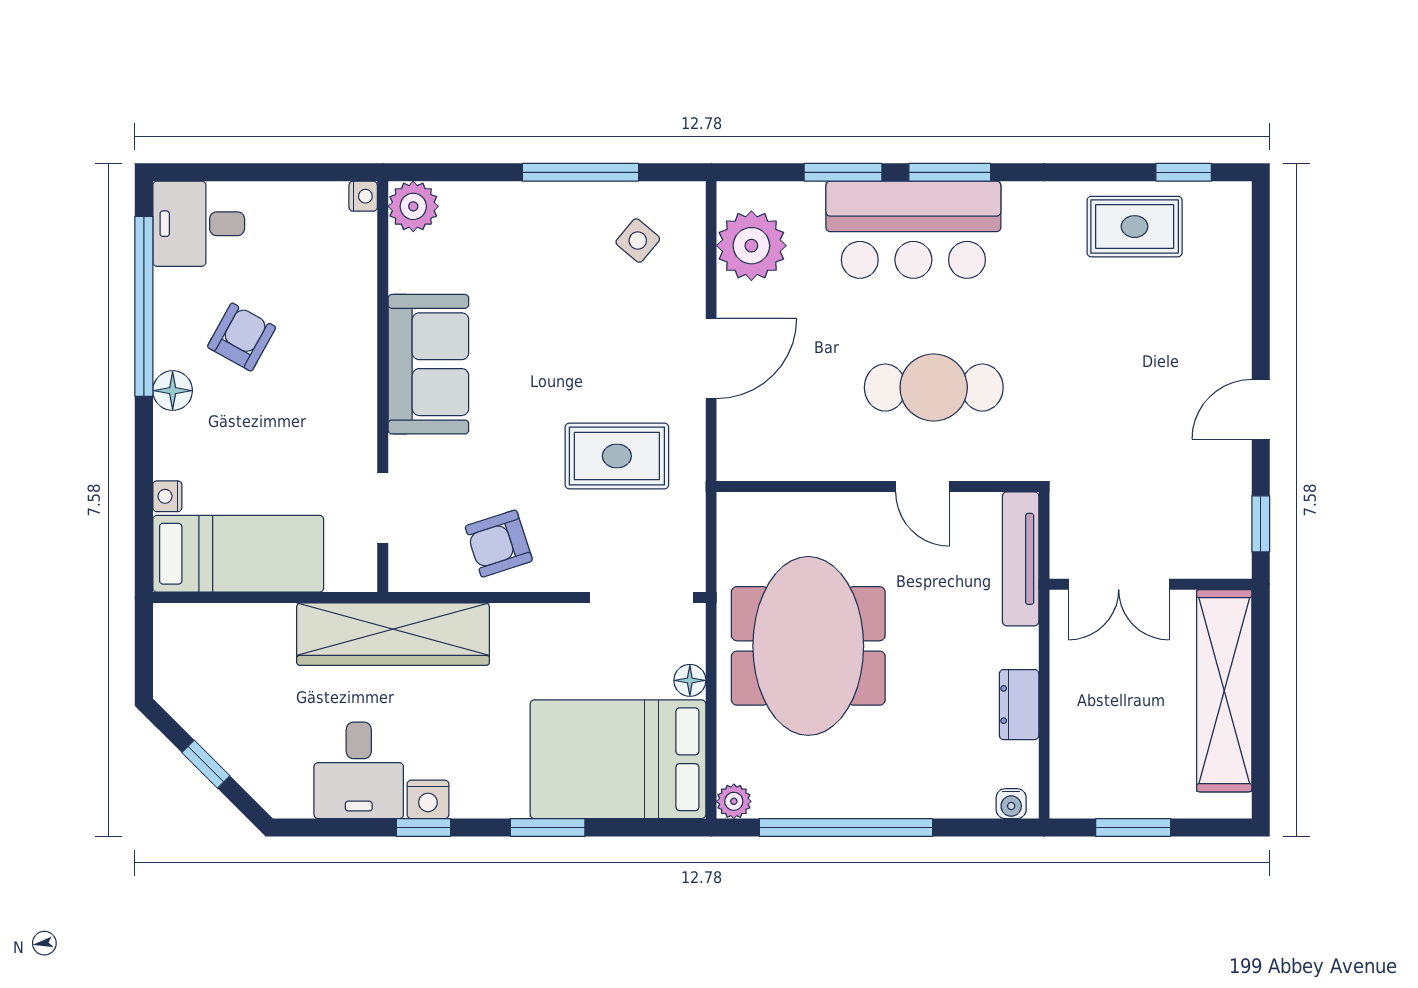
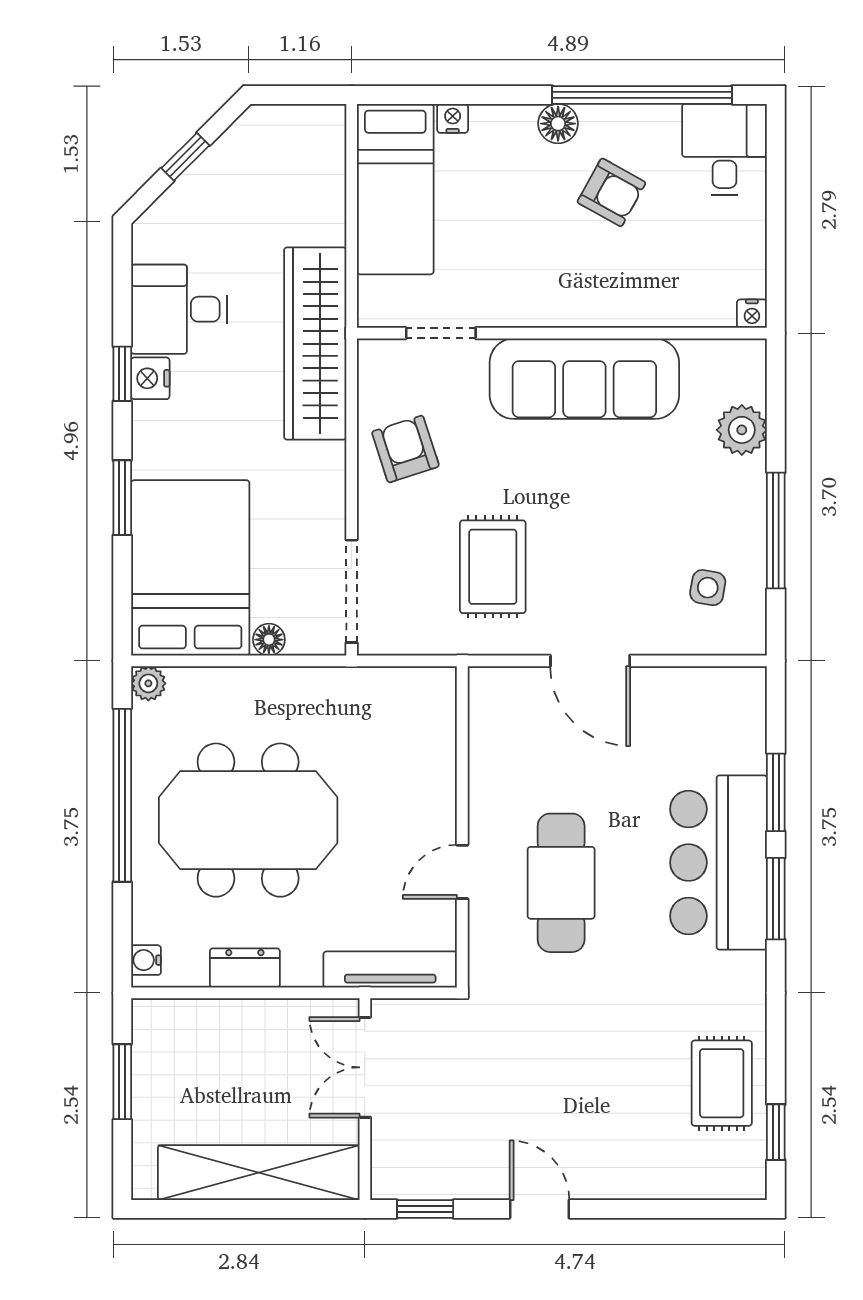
plant: (413, 206) -> (742, 430), moved
side table: (638, 241) -> (708, 588), turned -30
plant: (751, 246) -> (703, 701), removed
sofa: (428, 364) -> (584, 379), width x1.36
meeting table: (808, 646) -> (248, 820), moved

